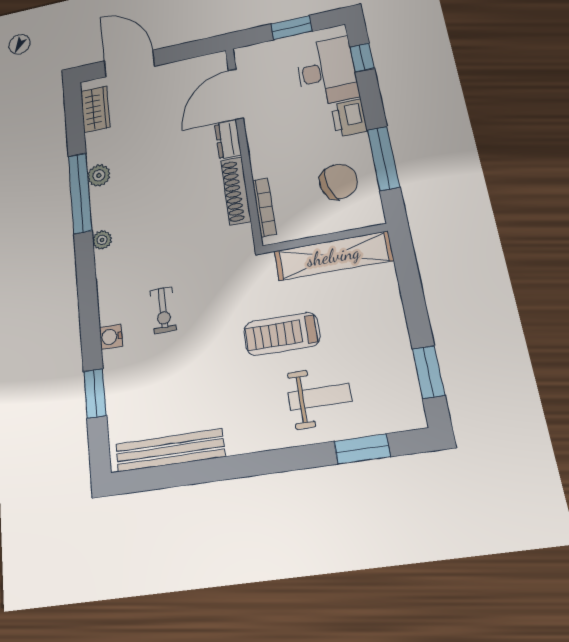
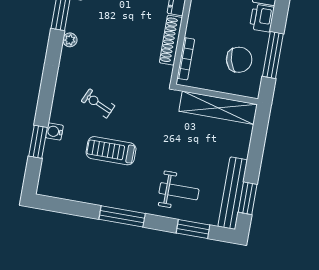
exercise bike: (163, 310) -> (98, 103), turned 114
treadmill: (282, 334) -> (111, 151), moved
water cooler: (111, 337) -> (54, 131), moved
bench: (170, 450) -> (233, 193), moved, turned 90
window: (247, 465) -> (122, 216), added

